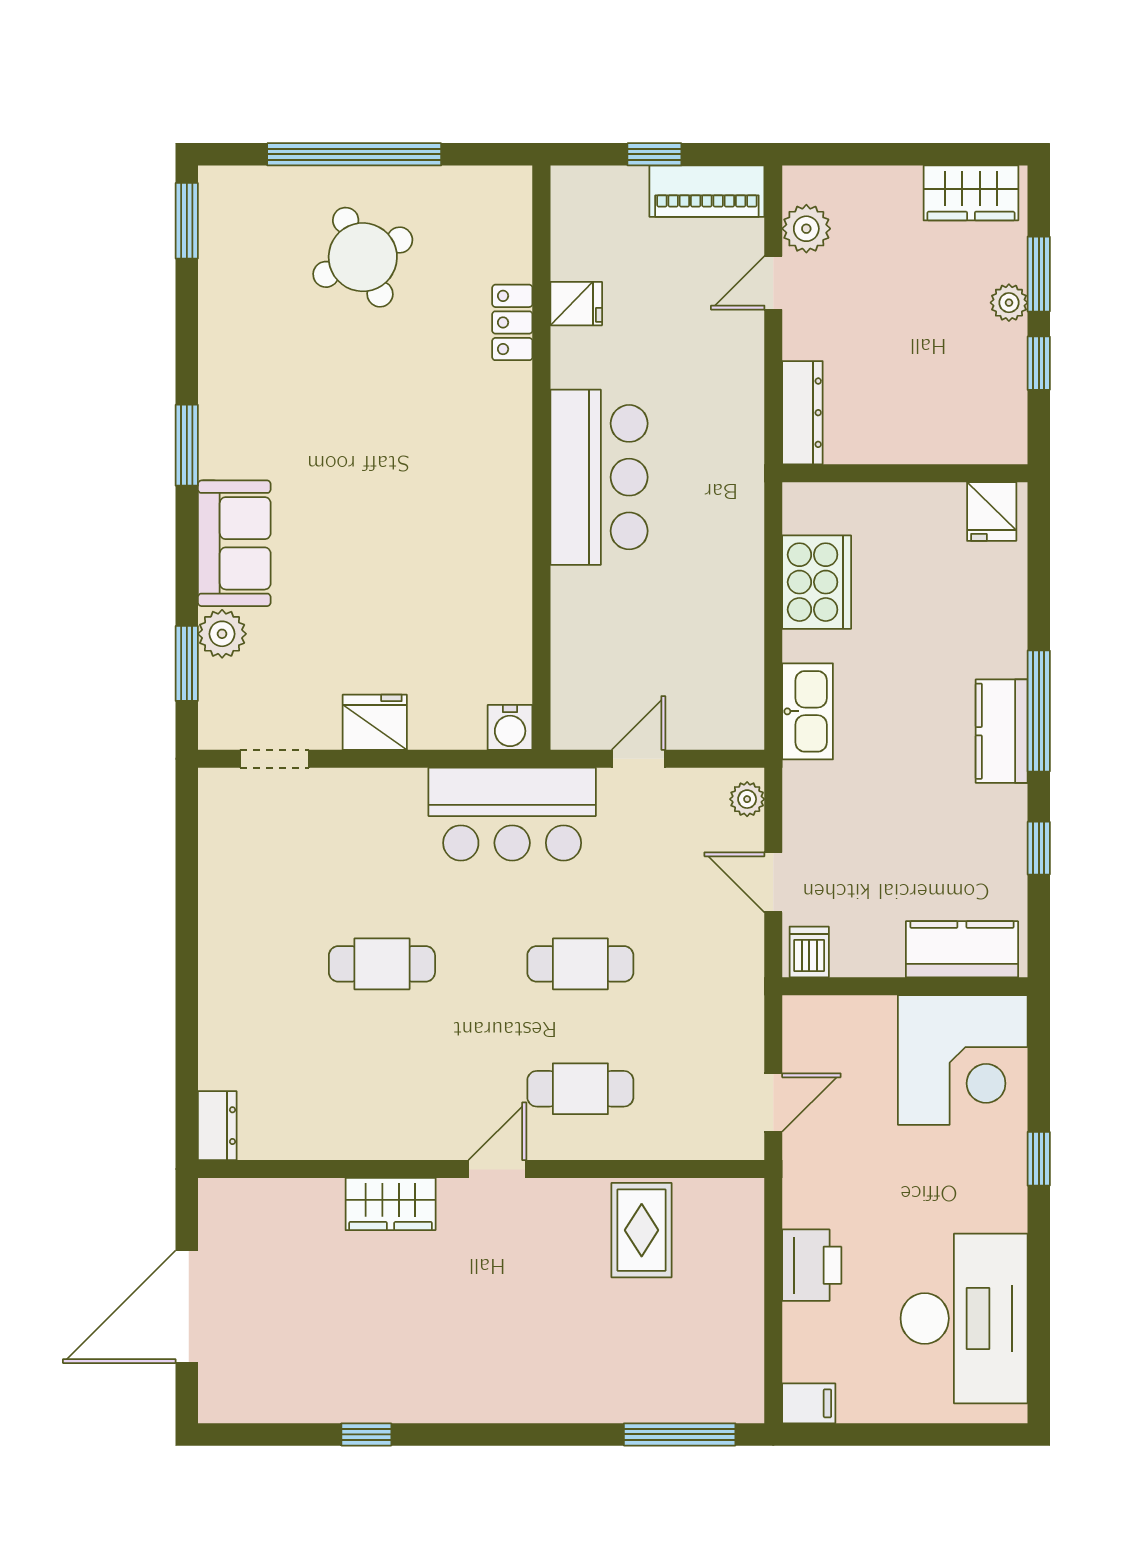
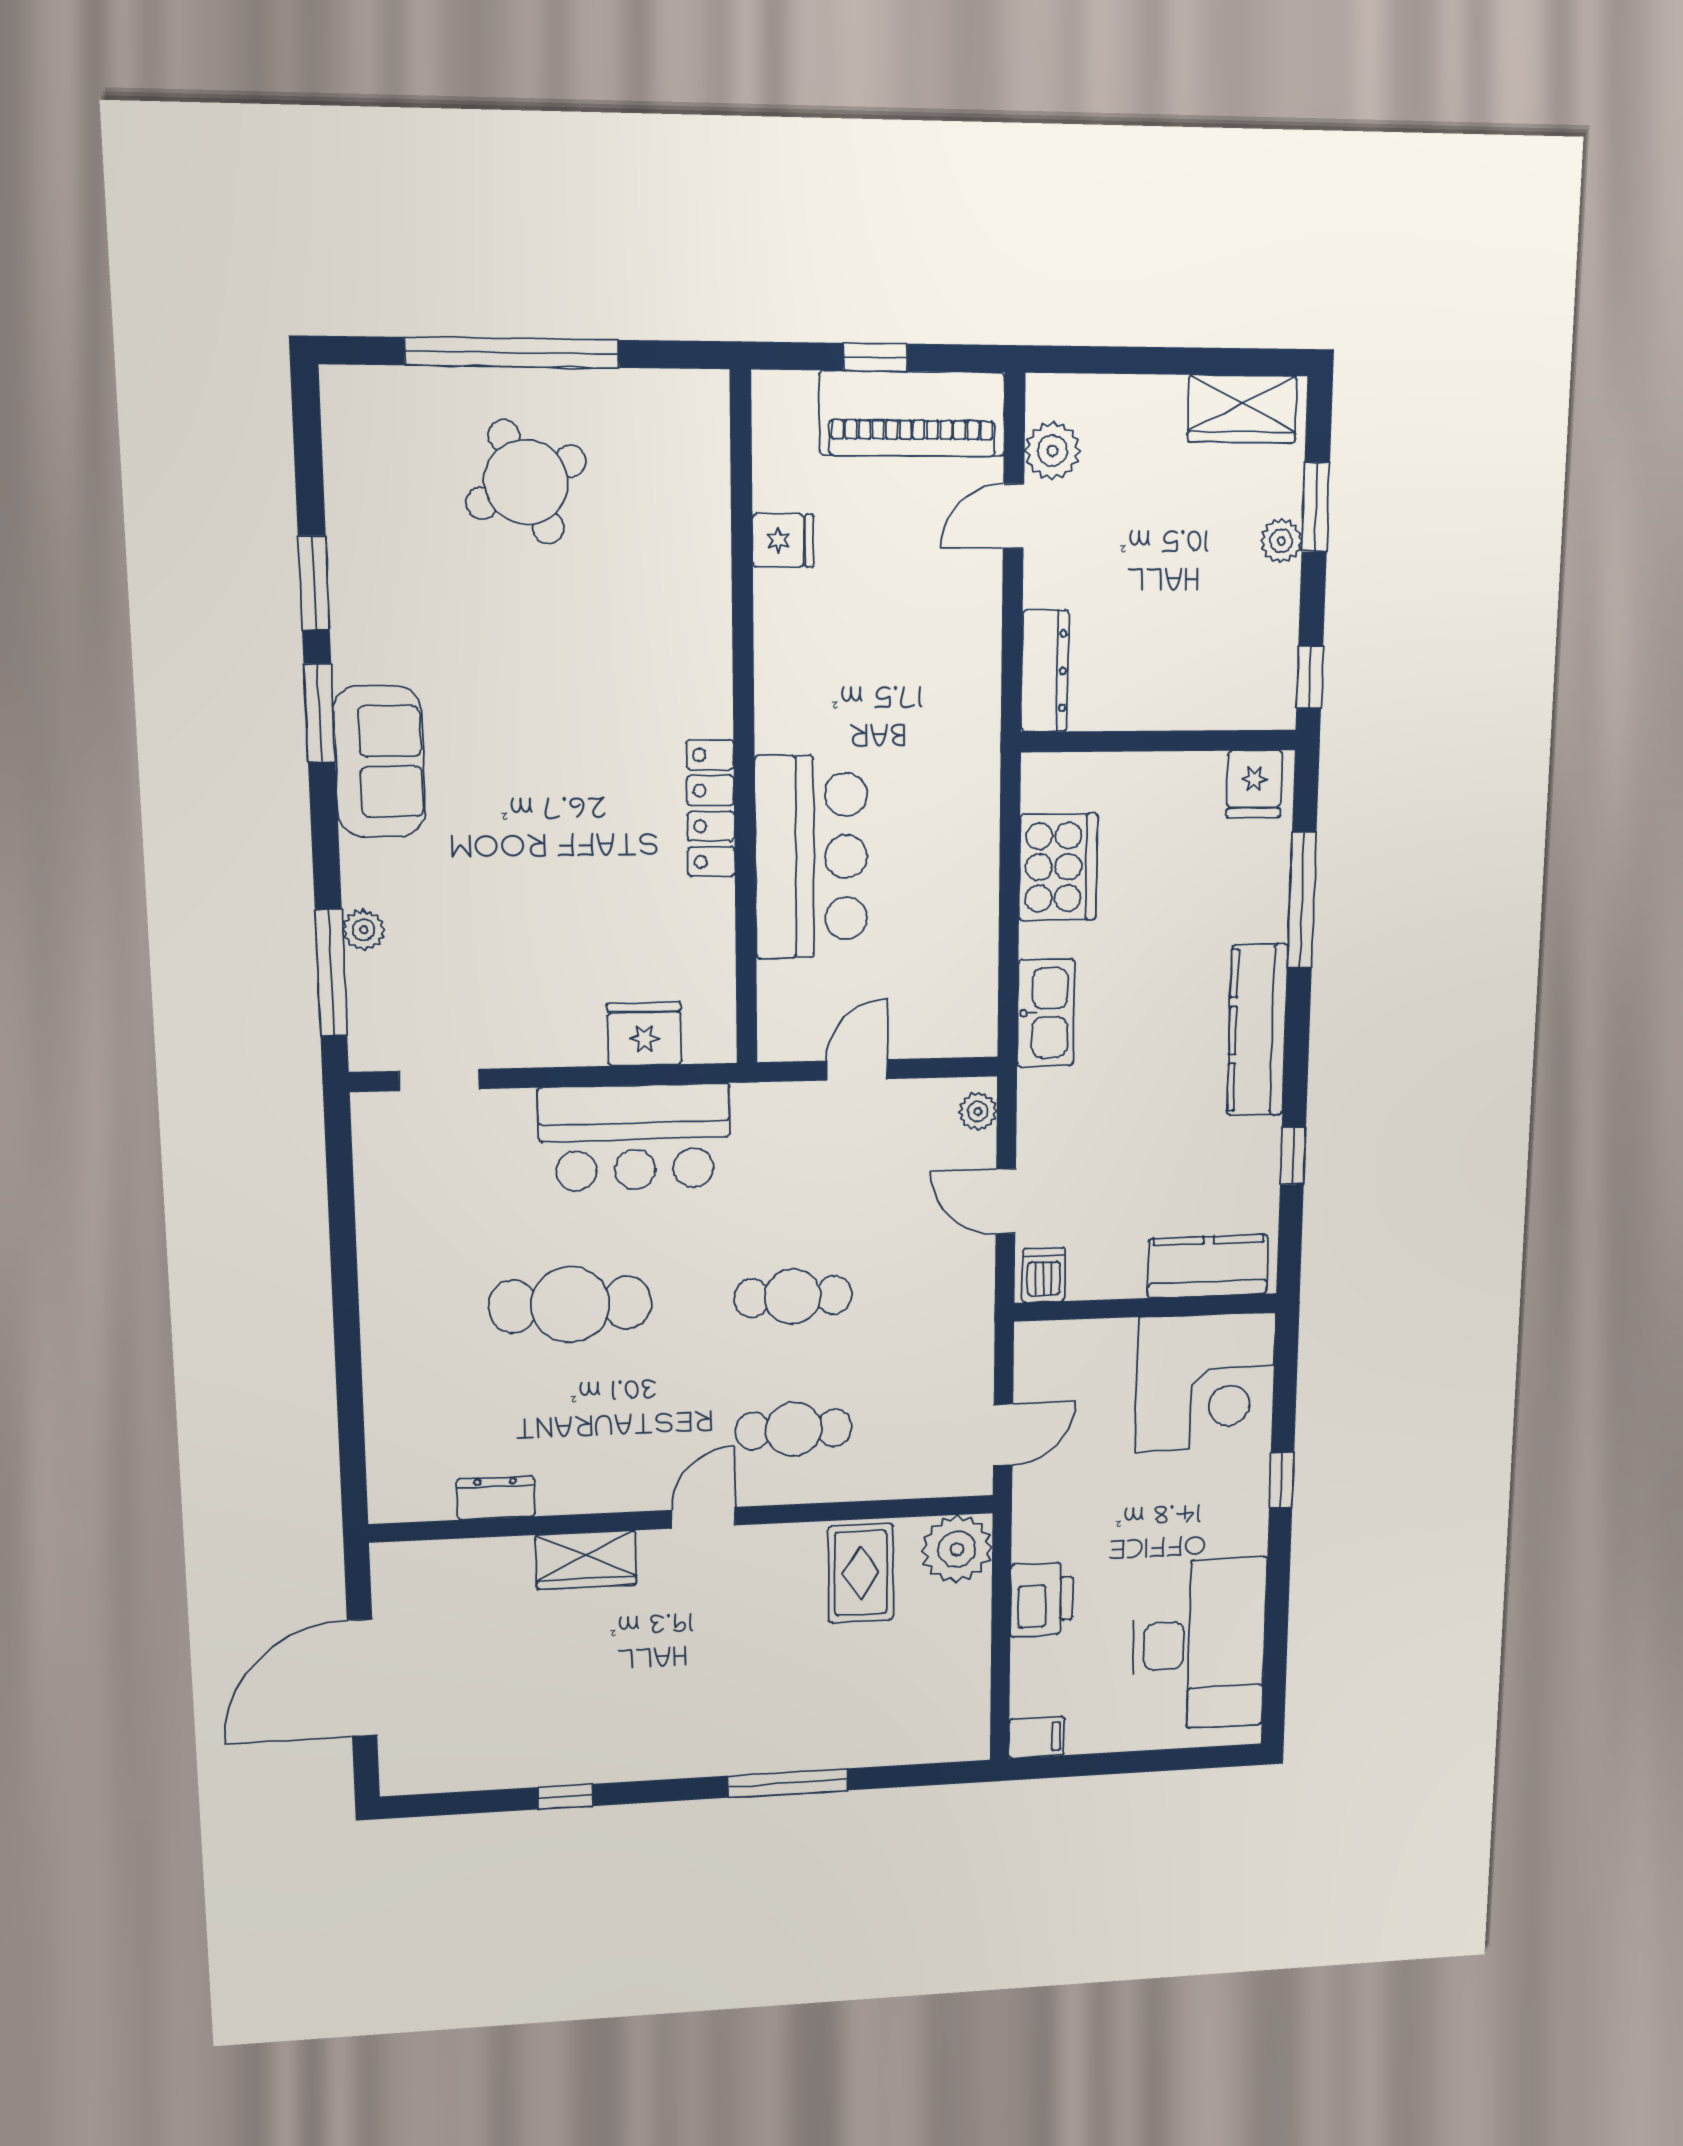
piano: (707, 191) -> (912, 414), width x1.37, depth x1.33
window: (187, 221) -> (314, 583), moved
locker: (512, 322) -> (711, 808), moved, width x1.53
window: (1039, 363) -> (1310, 677), moved
bar counter: (599, 477) -> (811, 857), moved
sofa: (234, 543) -> (379, 761), moved
plant: (222, 634) -> (364, 930), width x0.73, depth x0.73
window: (187, 663) -> (331, 973), width x1.44
window: (1039, 711) -> (1302, 900), moved
fridge: (375, 722) -> (644, 1034), moved
water cooler: (510, 727) -> (711, 1038), removed
kitchen counter: (1002, 731) -> (1257, 1030), width x1.50
bar counter: (512, 814) -> (635, 1137), moved
cafe table: (382, 964) -> (570, 1305), width x1.37, depth x1.35
dresser: (217, 1126) -> (496, 1498), moved, turned -90
plant: (731, 1211) -> (957, 1549), added
window: (680, 1434) -> (788, 1783), moved

